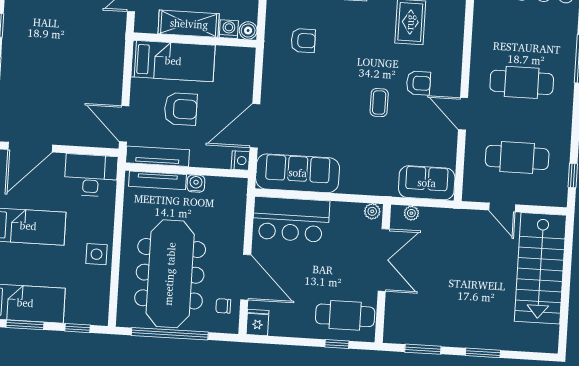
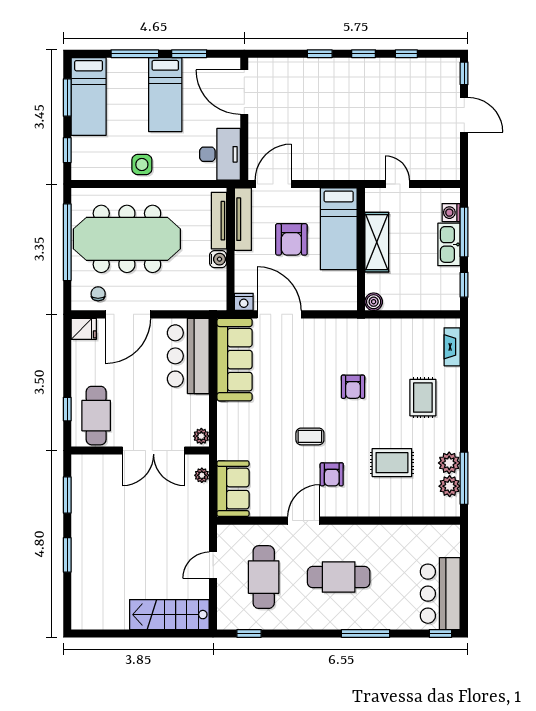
washing machine: (229, 29) -> (374, 282), removed
armchair: (303, 40) -> (353, 387), moved
cafe table: (522, 82) -> (339, 577), turned 90
stairs: (540, 268) -> (169, 615), width x0.73, depth x0.66

